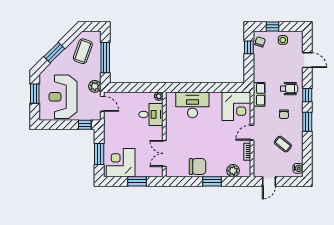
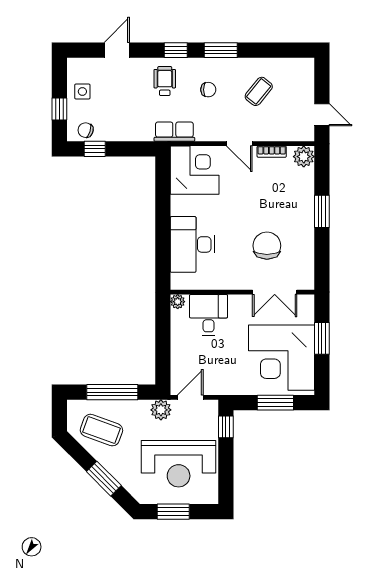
corner desk: (121, 163) -> (281, 358), width x1.36, depth x1.36
chair: (198, 167) -> (267, 246), moved
water cooler: (298, 168) -> (300, 66), removed
plant: (233, 171) -> (304, 157), moved

